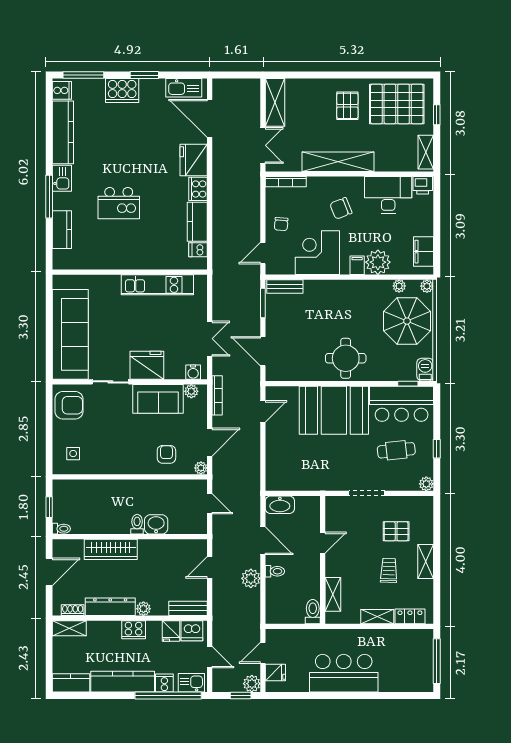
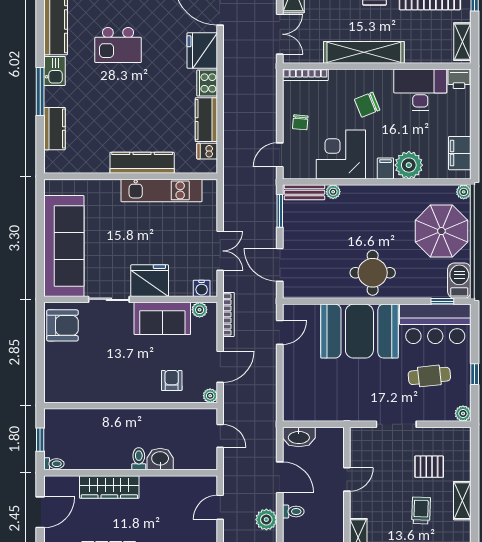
kitchen island: (119, 203) -> (118, 45), moved
kitchen counter: (140, 260) -> (142, 163), added
plant: (399, 286) -> (333, 192), moved
barbecue: (425, 370) -> (459, 281), width x1.38, depth x1.27
side table: (73, 454) -> (67, 380), removed

